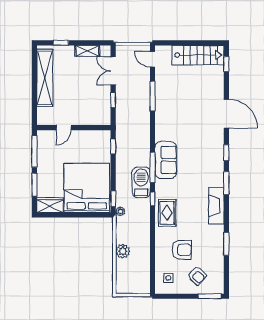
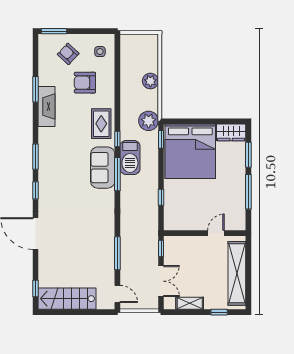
door: (64, 128) -> (216, 233), moved
wall: (74, 128) -> (205, 233), moved
sofa: (166, 160) -> (103, 168), moved
fireplace: (216, 206) -> (47, 107), moved
plant: (120, 211) -> (149, 121), width x1.88, depth x1.88

